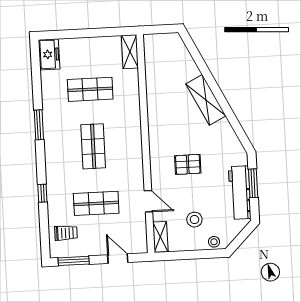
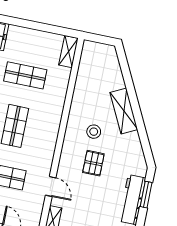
pallet: (188, 164) -> (93, 163), turned 90
stool: (194, 220) -> (94, 132), moved

